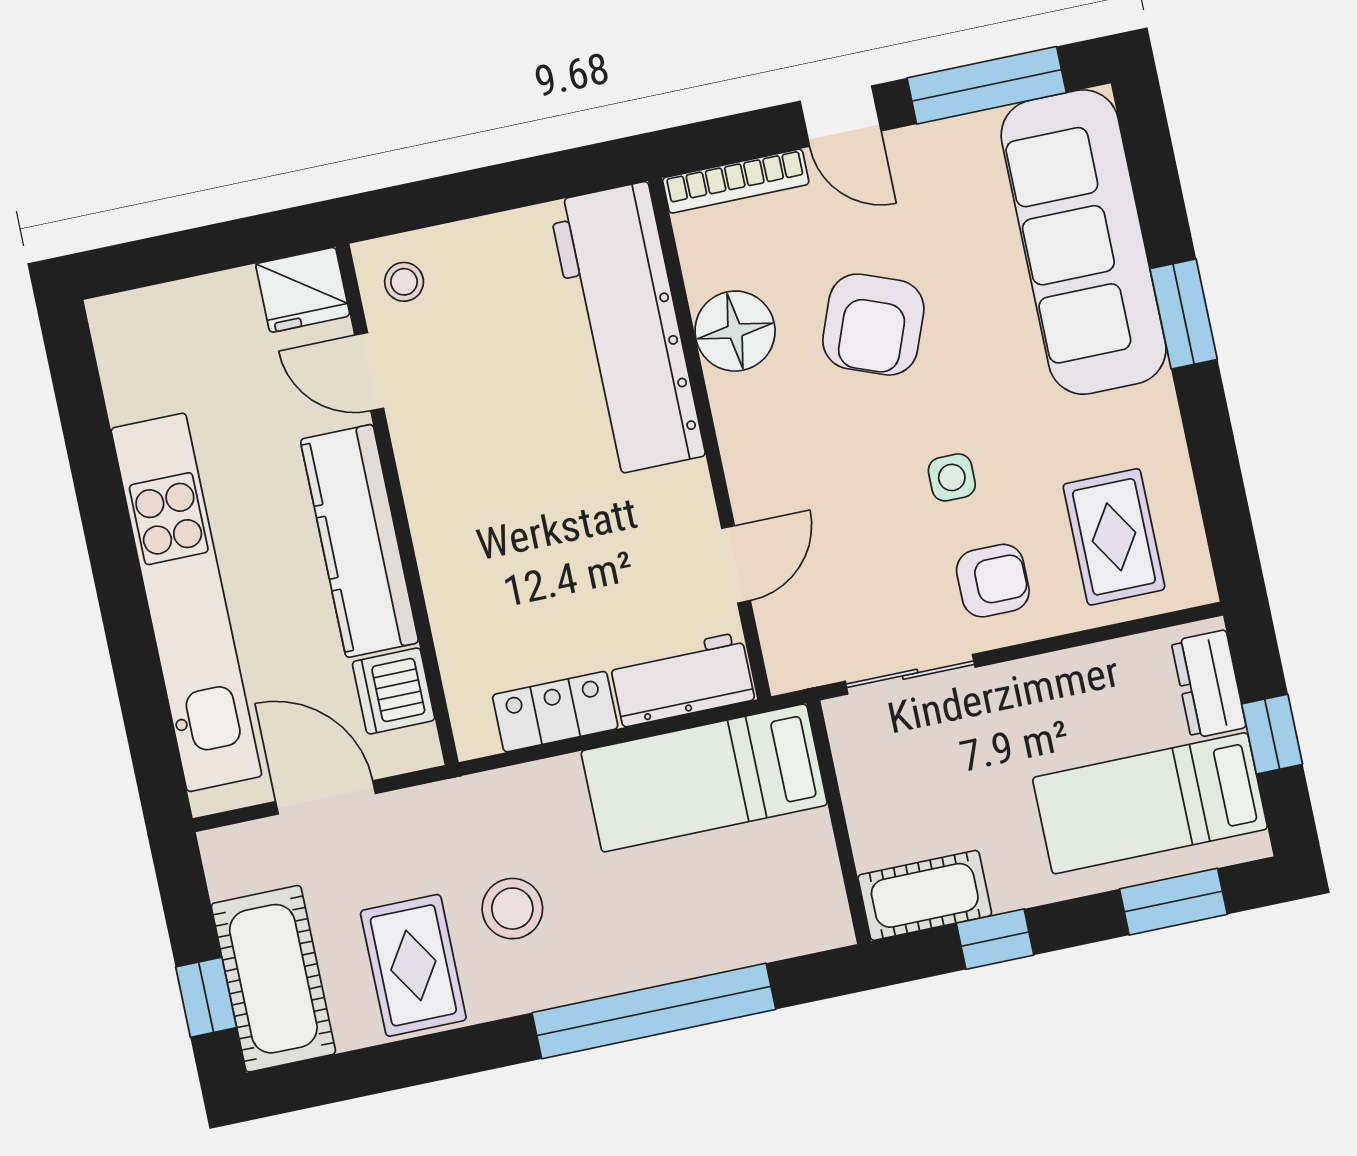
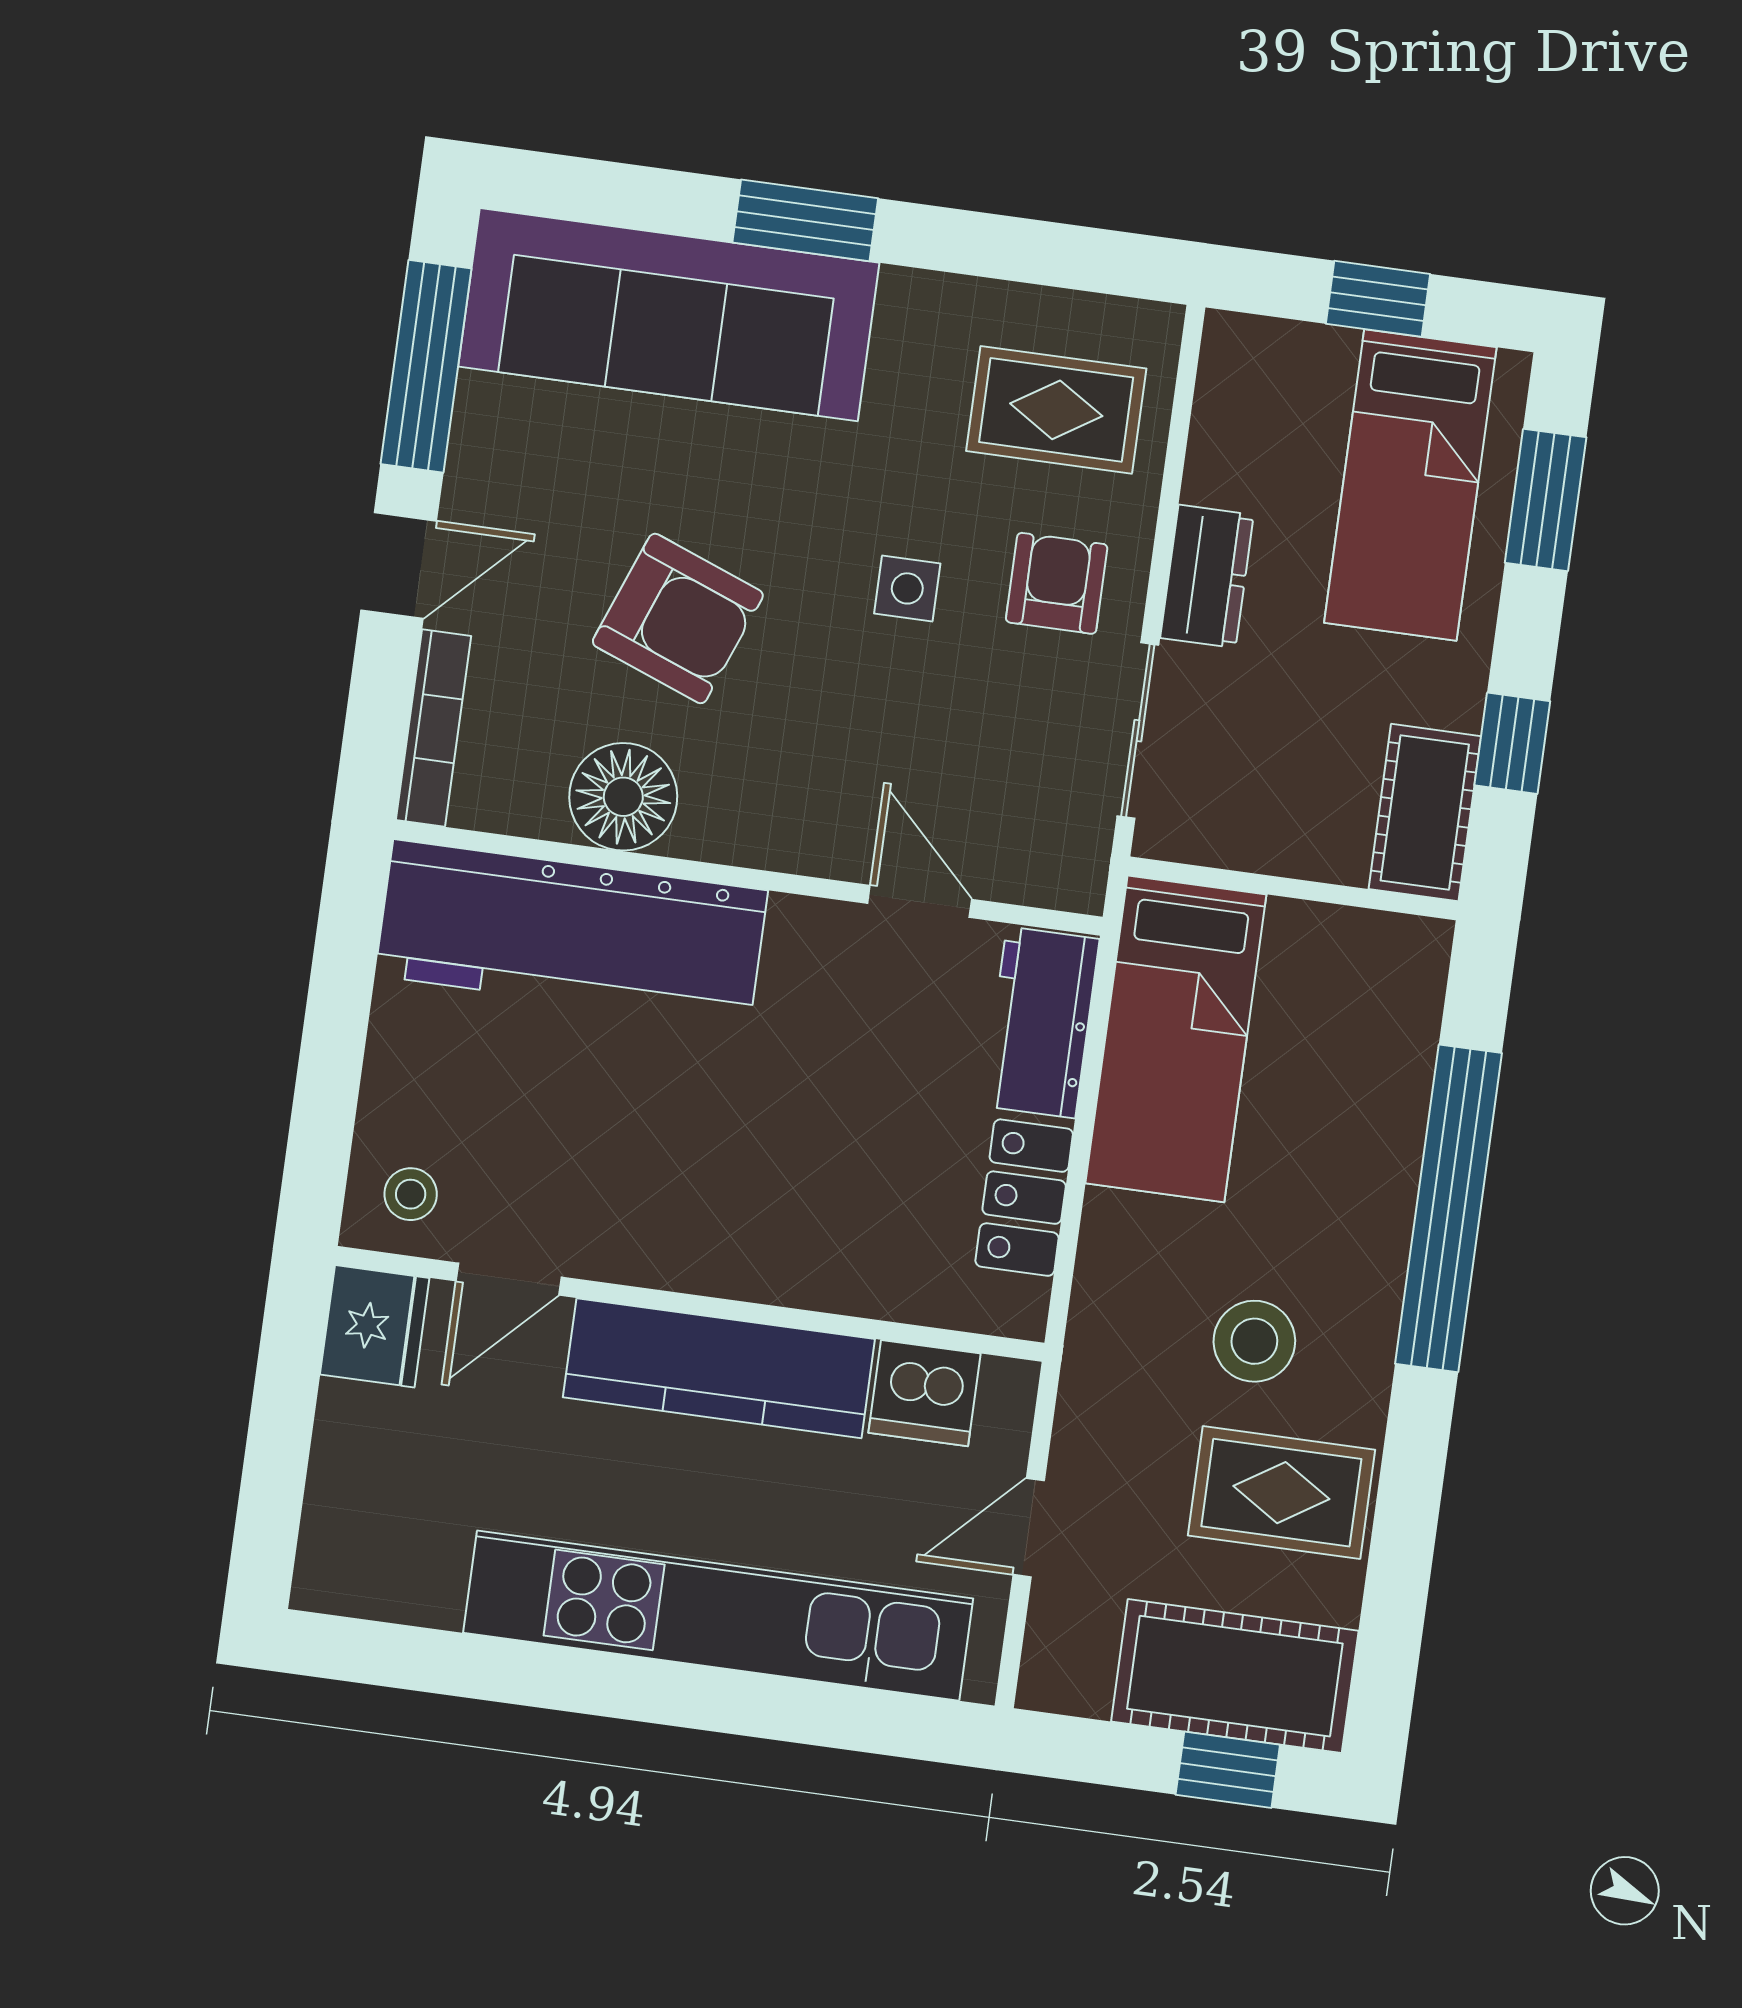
dresser: (1209, 684) -> (1207, 576), moved, turned -90
door: (326, 797) -> (1029, 1528), width x0.73

